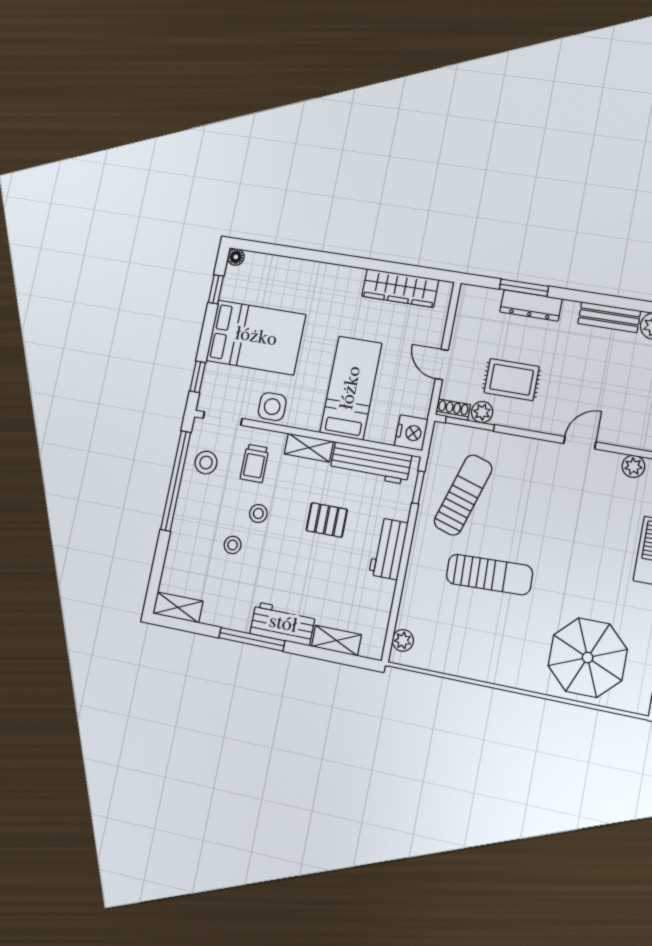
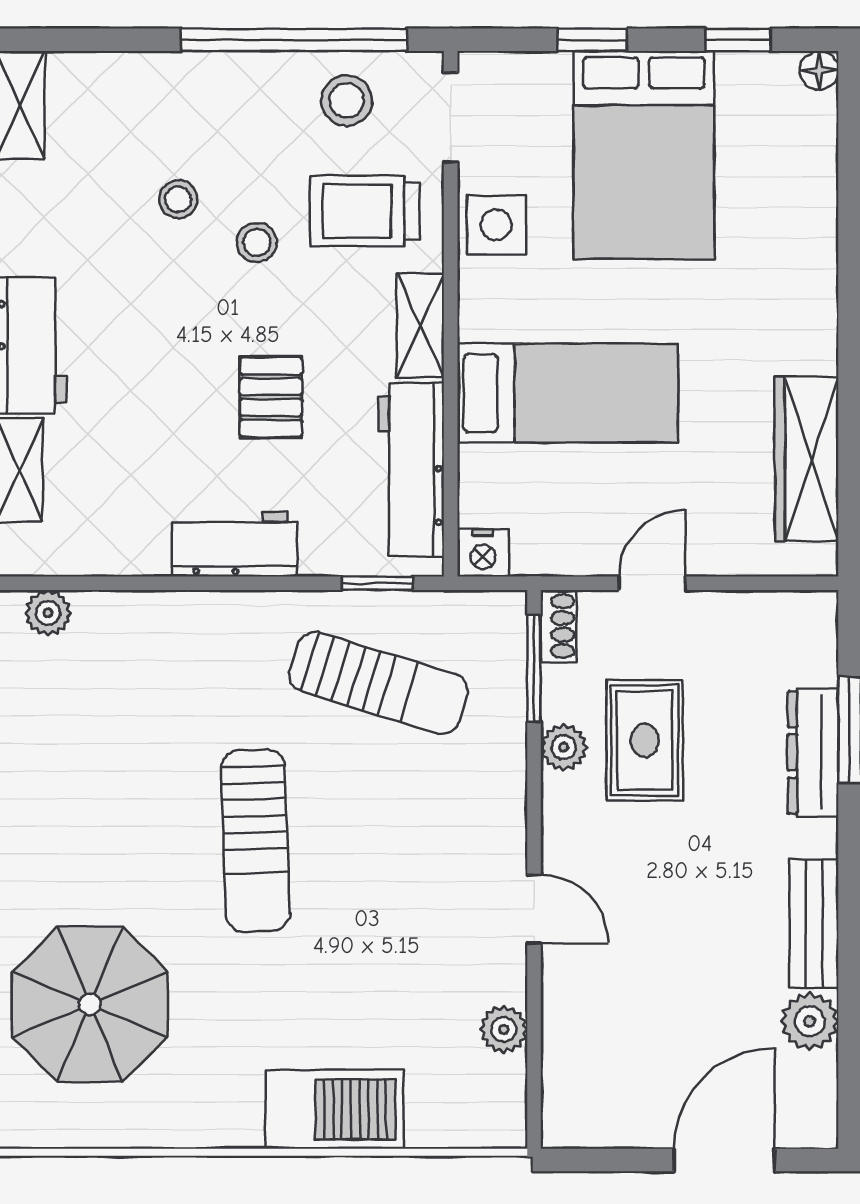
window: (198, 377) -> (592, 40), moved
plant: (482, 412) -> (564, 747), moved
nightstand: (411, 433) -> (483, 553), width x0.74, depth x0.75
trolley: (255, 463) -> (365, 211), width x1.36, depth x1.39
sun lounger: (489, 575) -> (255, 841), moved

